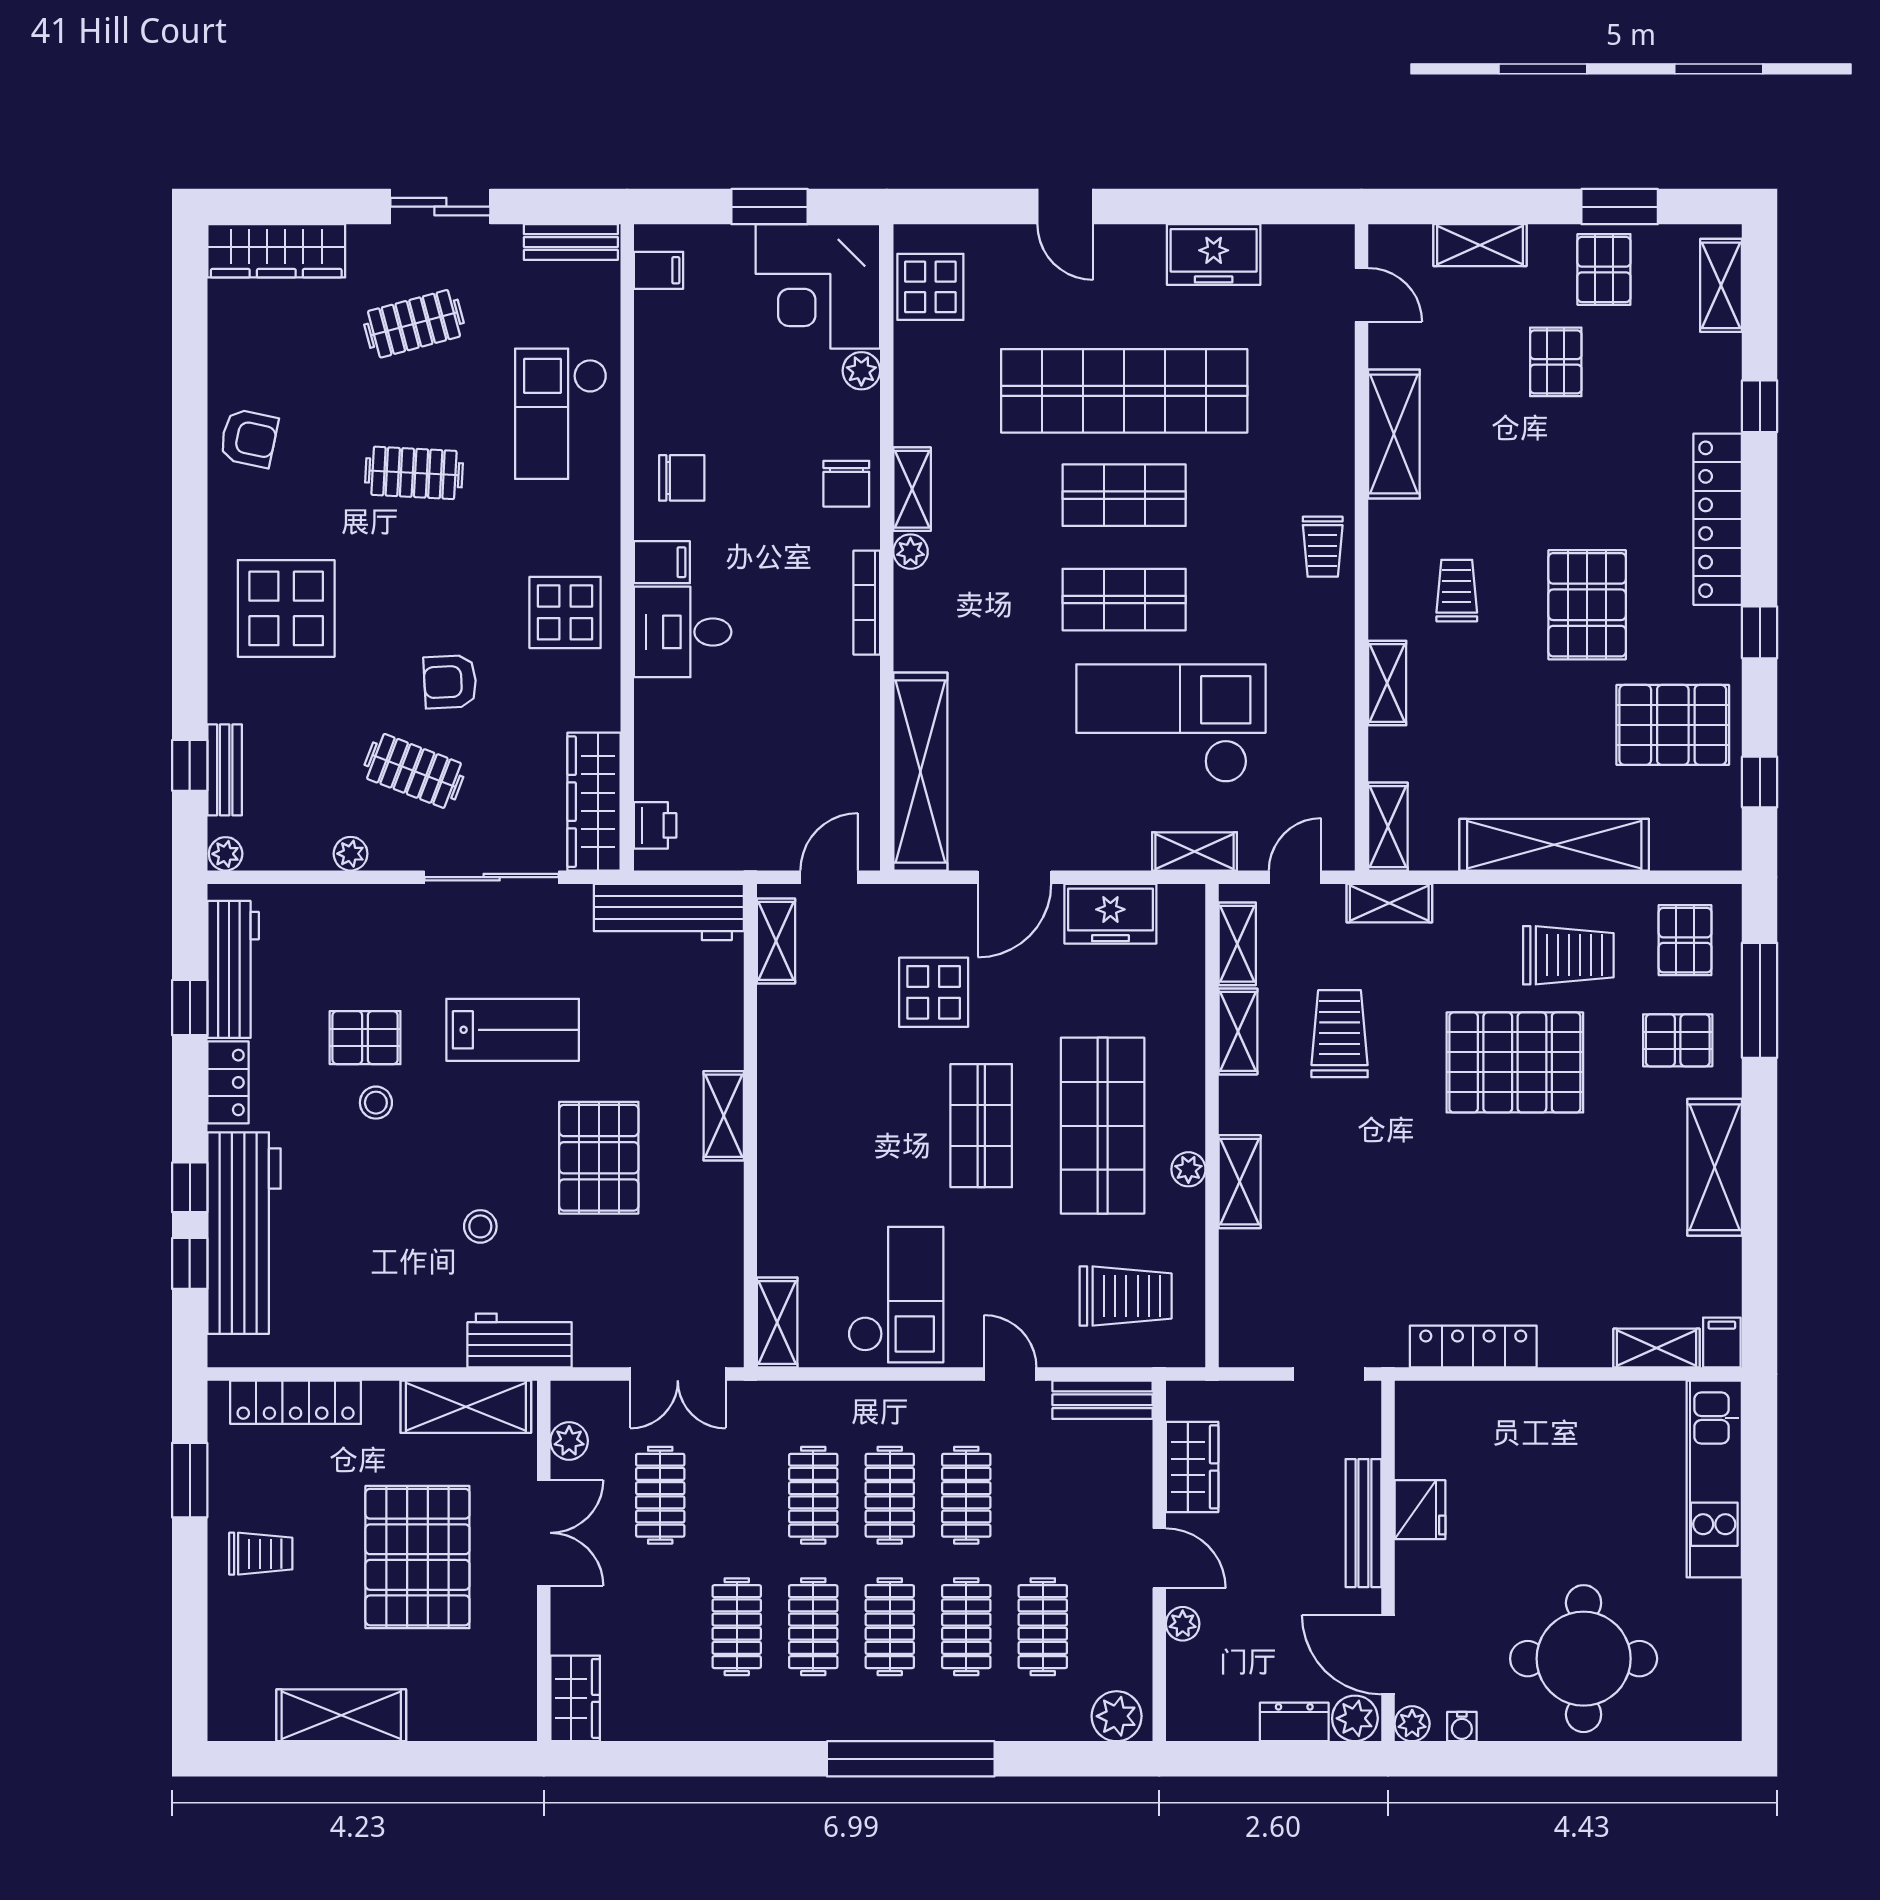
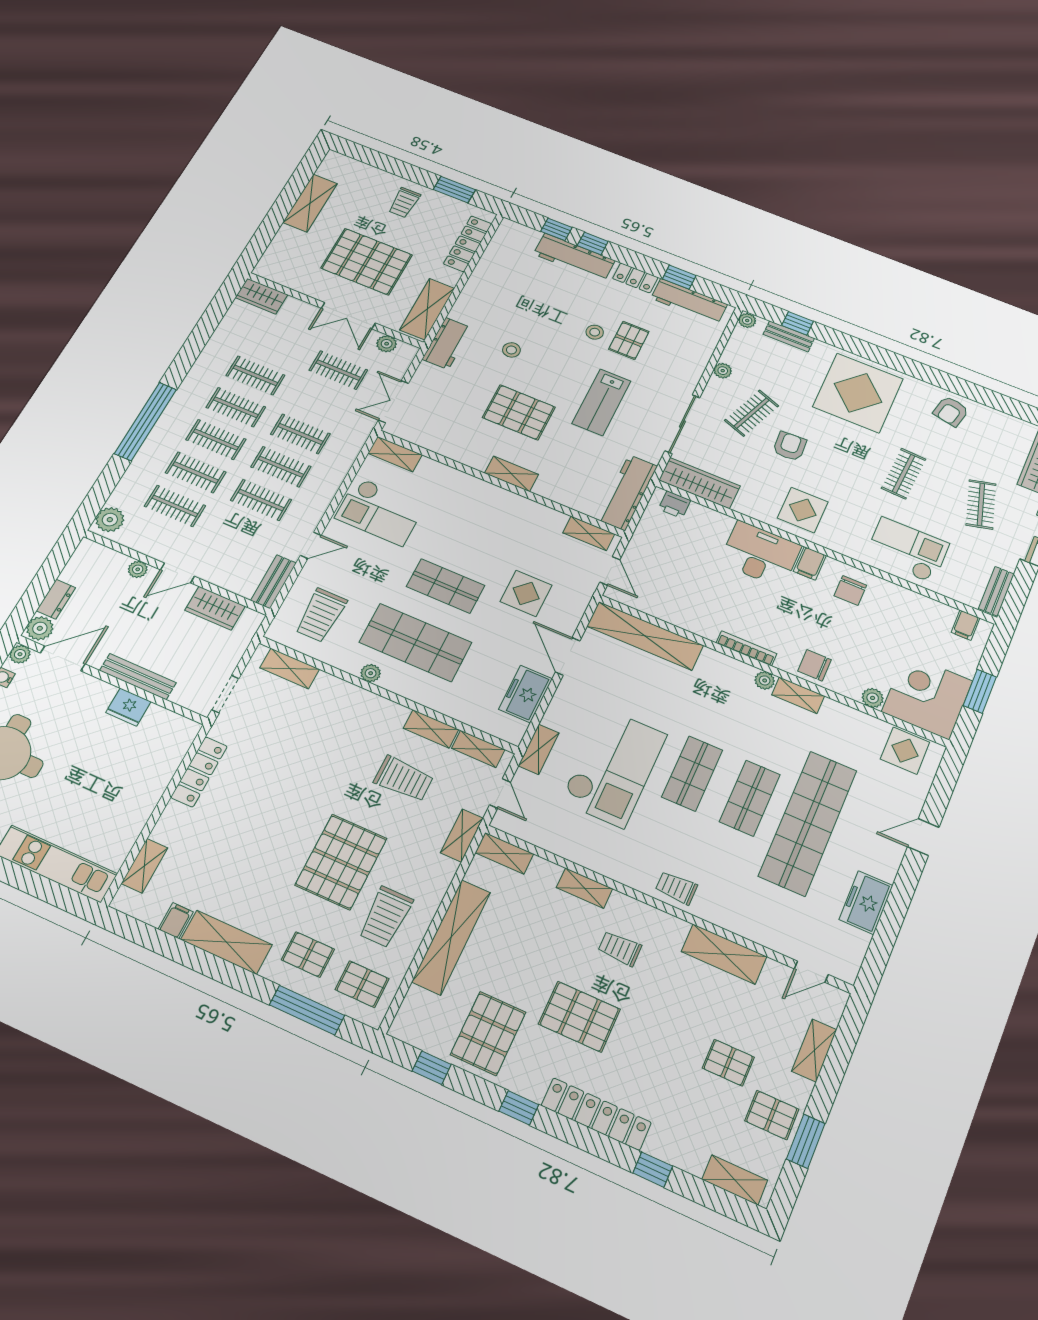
trolley: (1457, 591) -> (620, 948), turned 180
display table: (286, 608) -> (858, 393), width x1.36, depth x1.36
desk: (683, 632) -> (760, 554), width x1.37
pallet: (1678, 1040) -> (308, 954), turned 90
shelving: (1240, 1182) -> (290, 668), moved
workbench: (244, 1233) -> (574, 257), width x0.73, depth x0.76
filing cabinet: (1722, 1342) -> (176, 921), moved, turned -90

